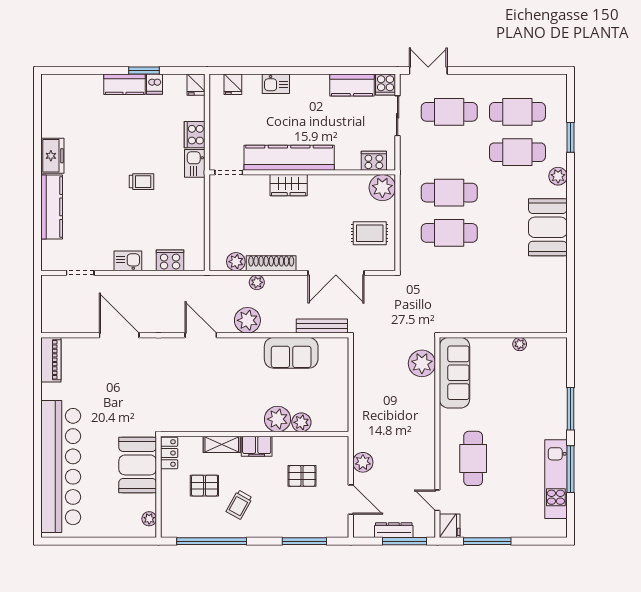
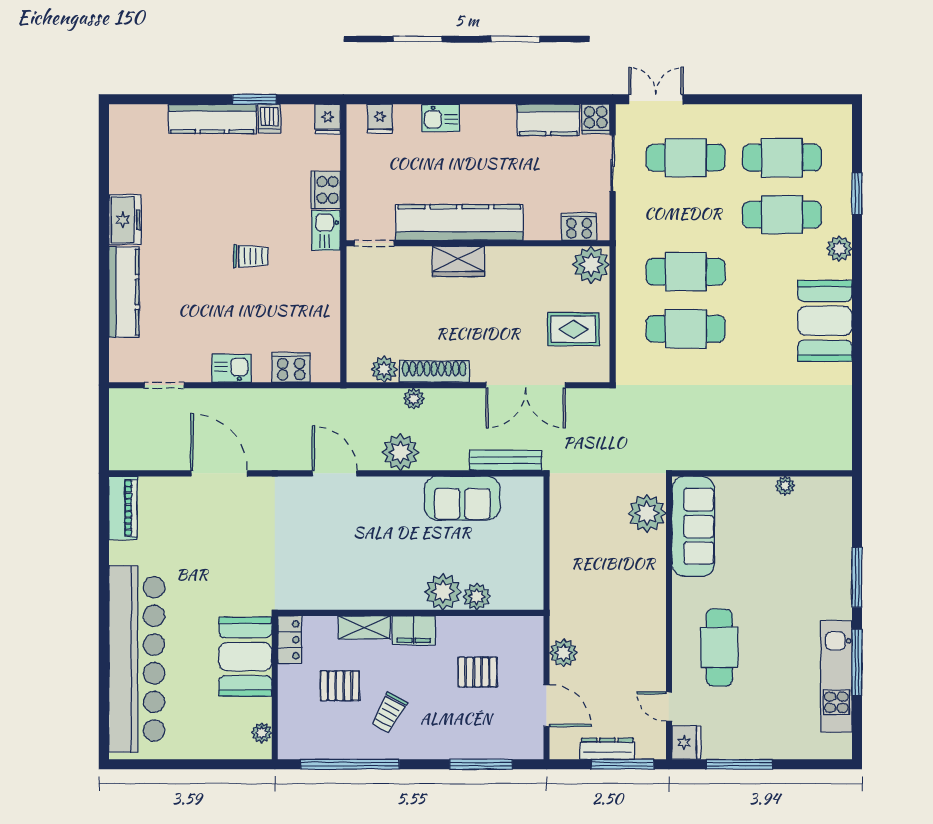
kitchen counter: (125, 84) -> (212, 119), width x1.50

